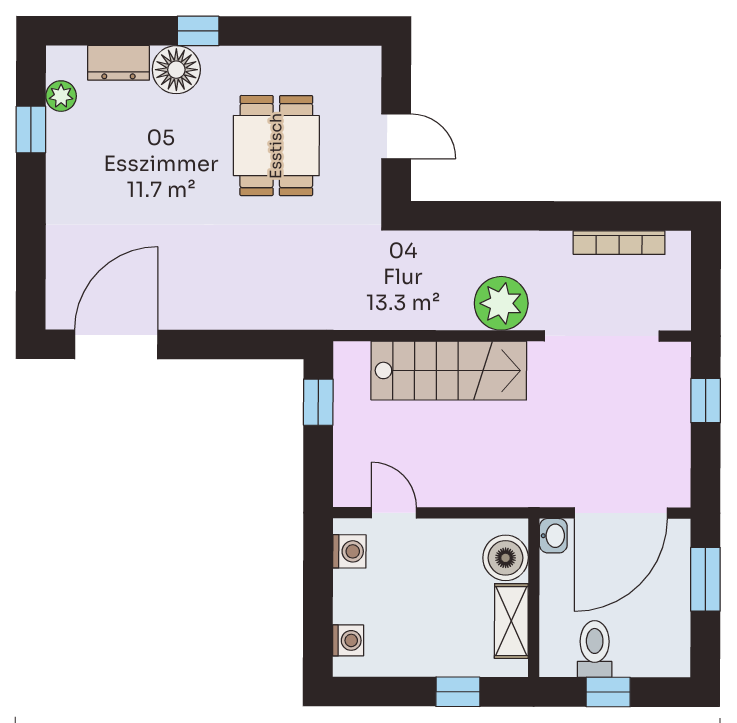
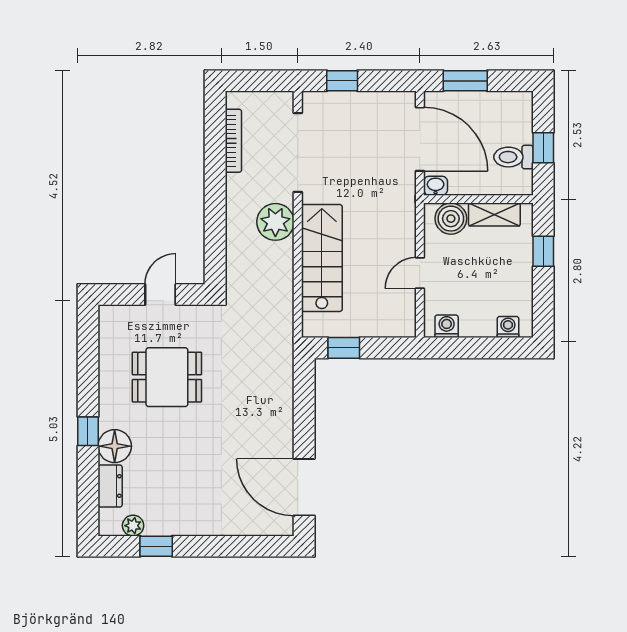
door: (394, 513) -> (420, 273), moved

